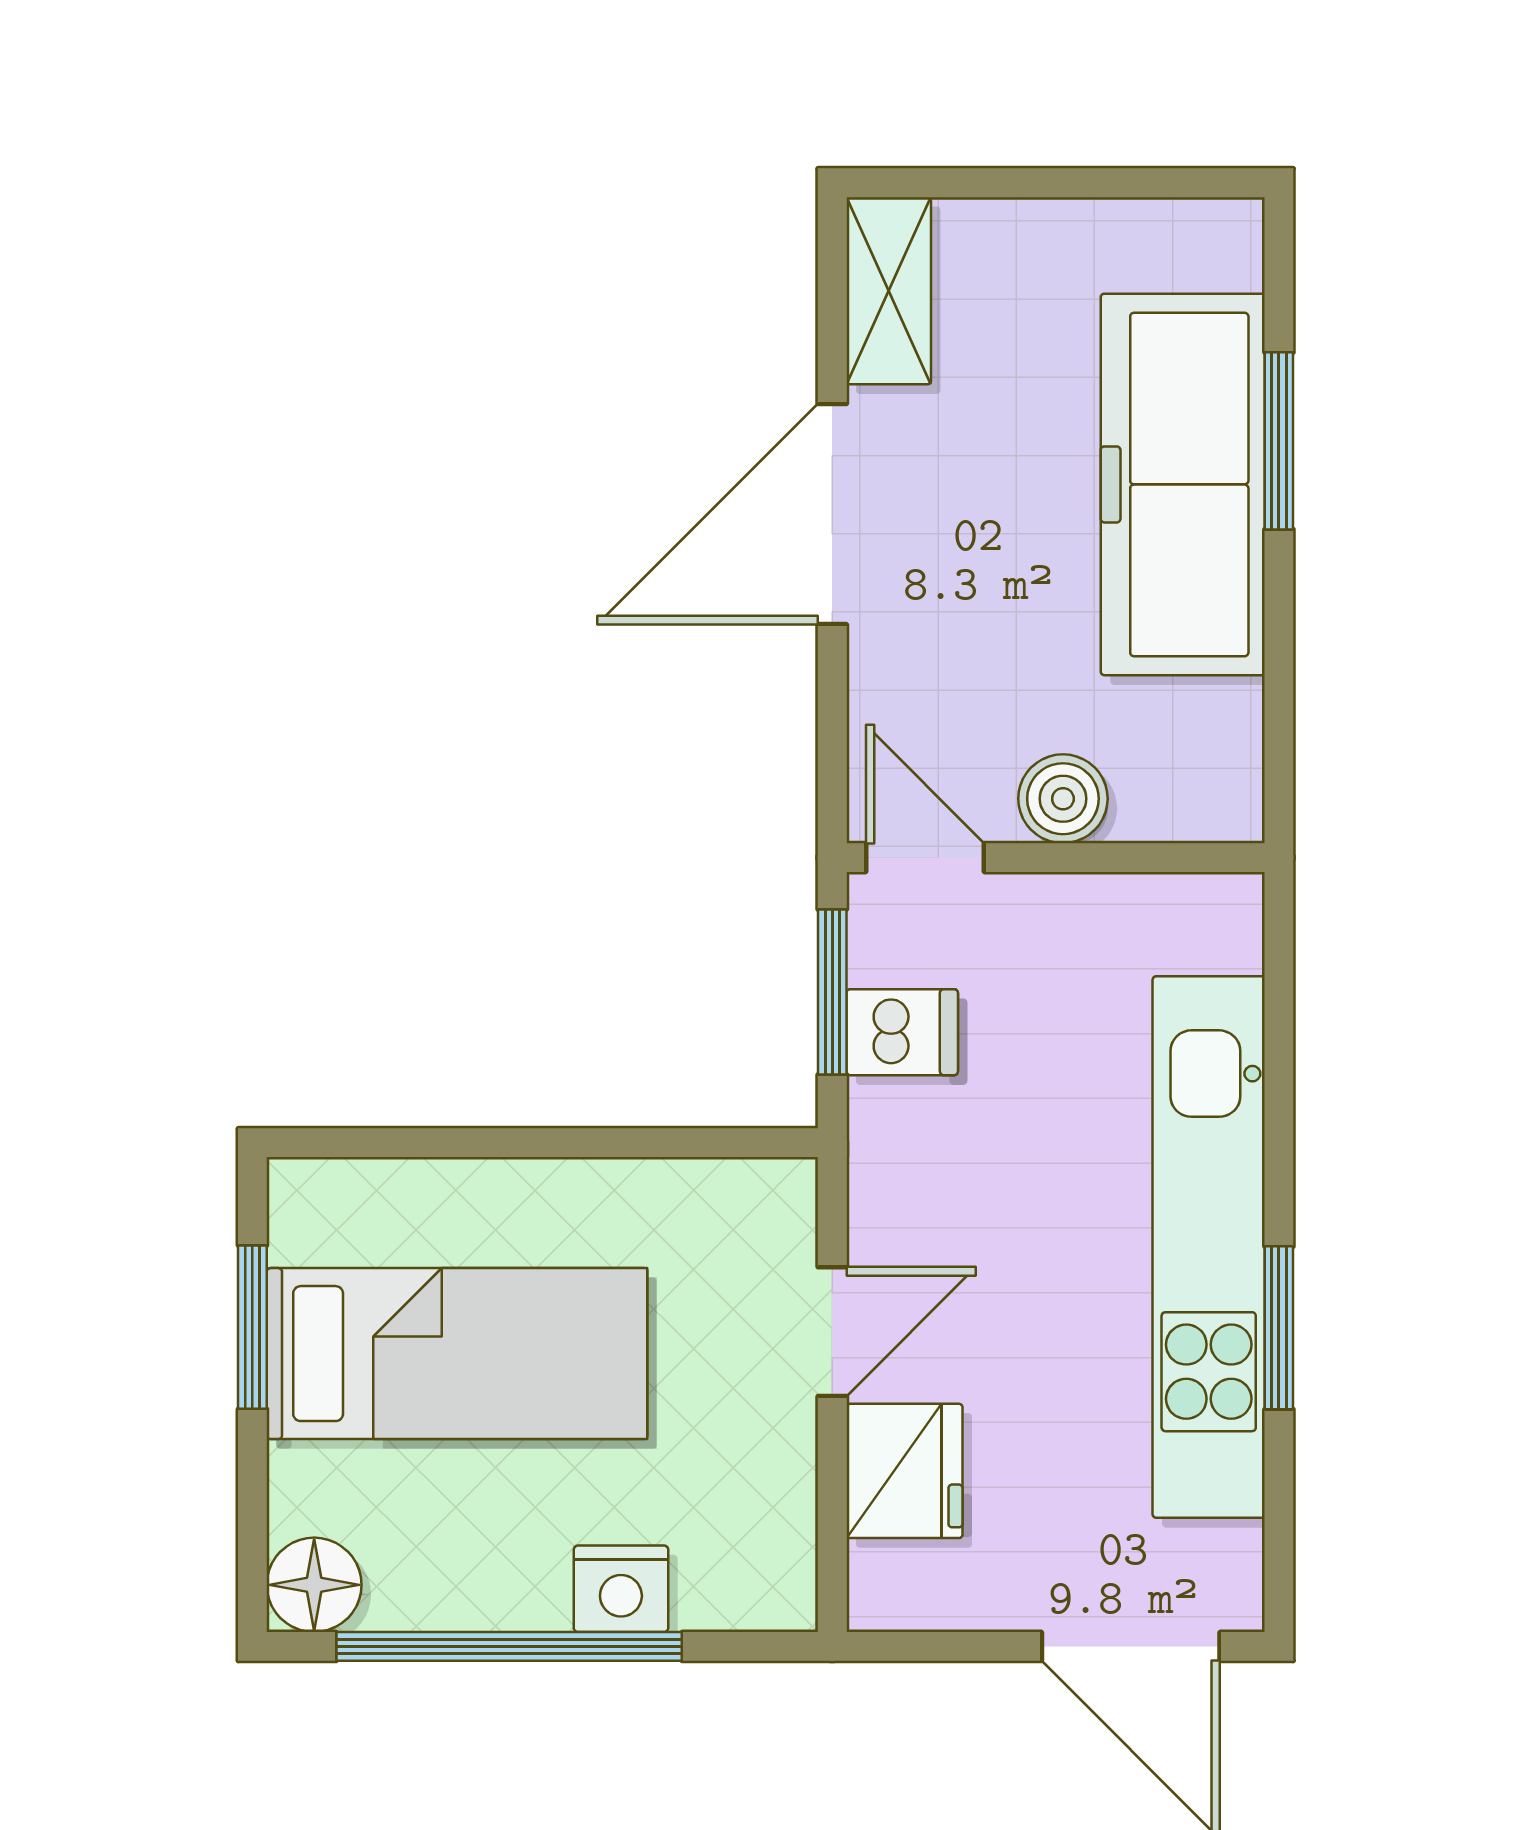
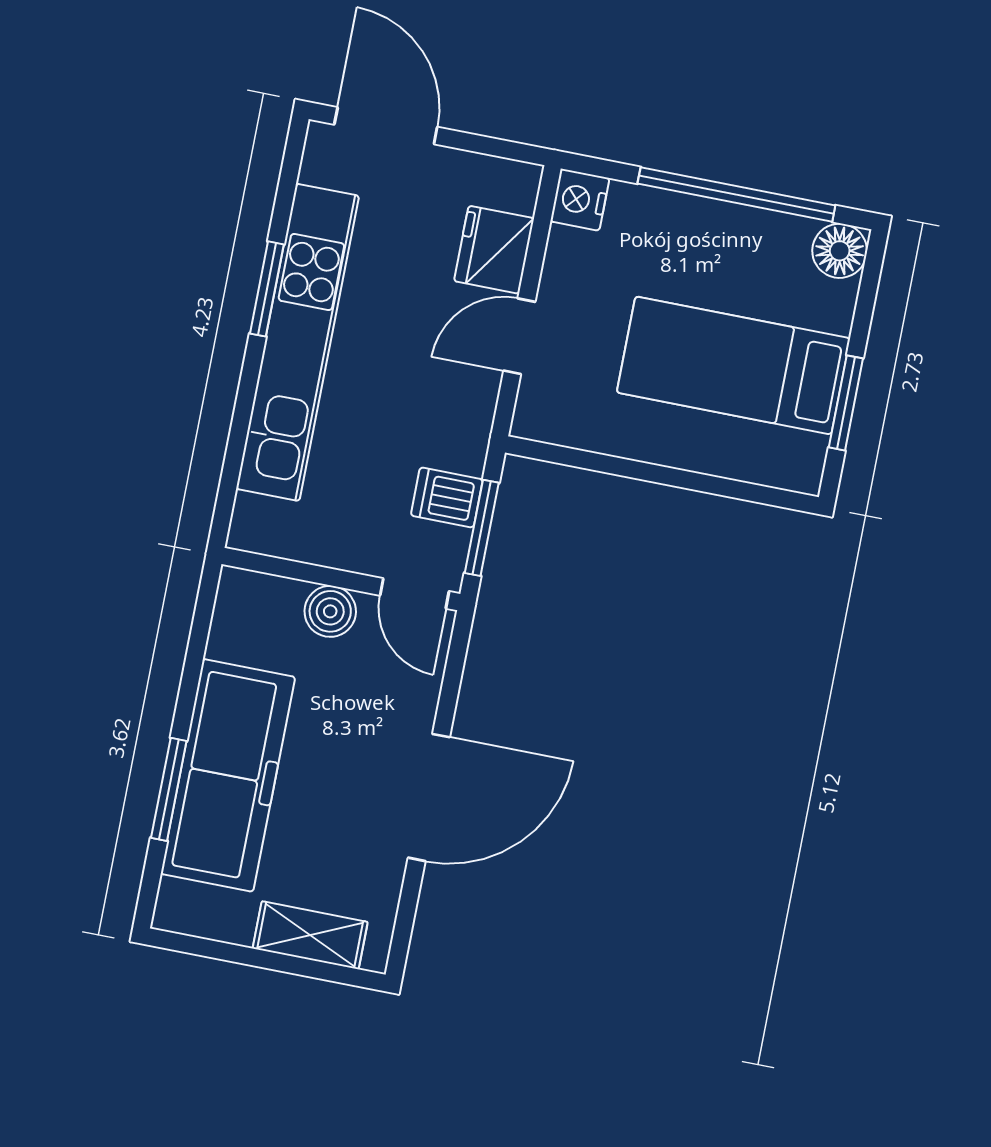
shelving: (889, 291) -> (310, 935), moved, turned 90
nightstand: (621, 1589) -> (580, 200), moved, turned -90

